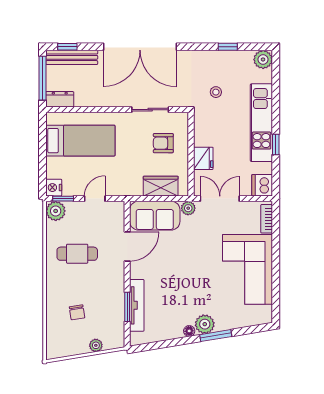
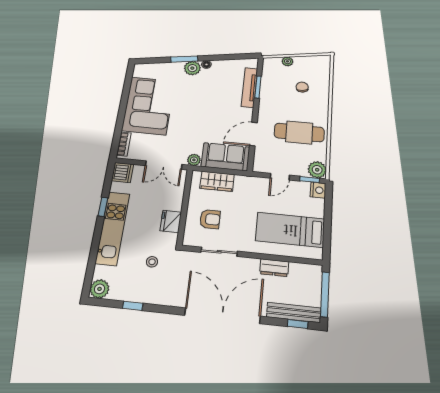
dresser: (60, 99) -> (274, 268), moved
fridge: (203, 158) -> (171, 221), moved
cafe table: (77, 254) -> (299, 133), width x1.37, depth x1.35

